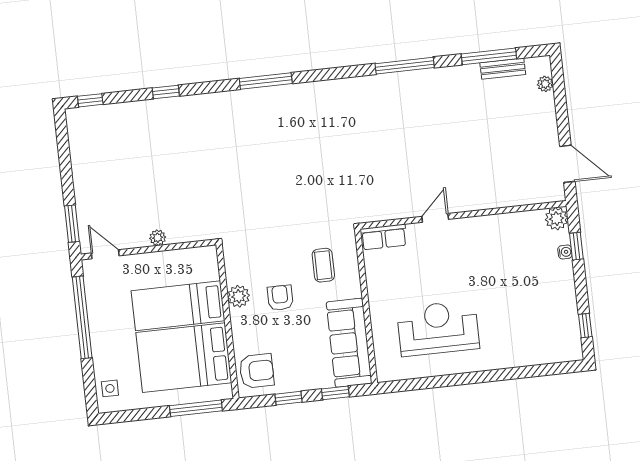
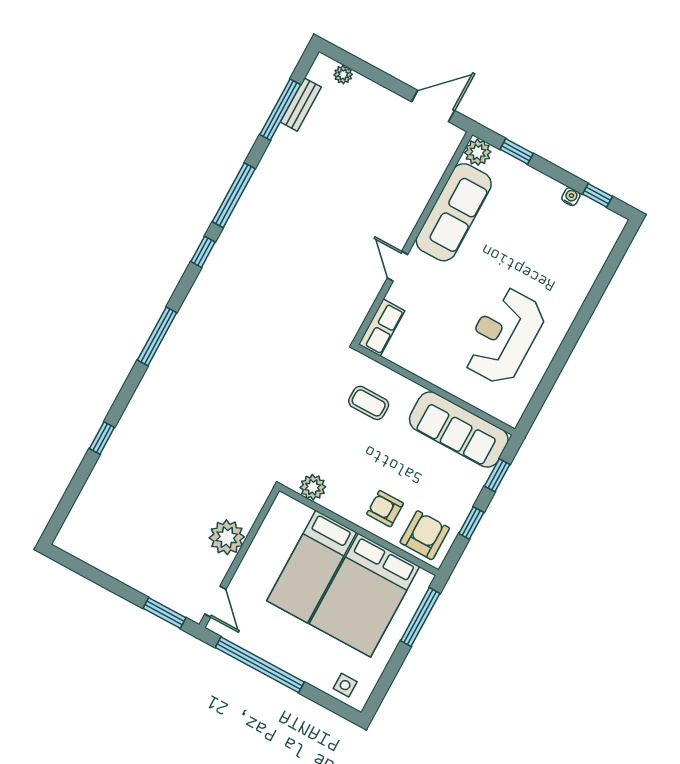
window: (90, 100) -> (203, 252), moved
sofa: (502, 231) -> (454, 212), added
plant: (158, 238) -> (227, 537), width x1.88, depth x1.88
water cooler: (565, 252) -> (571, 197), moved
door: (105, 254) -> (215, 602), swing flipped
plant: (239, 296) -> (313, 487), moved
armchair: (280, 298) -> (385, 509), moved

